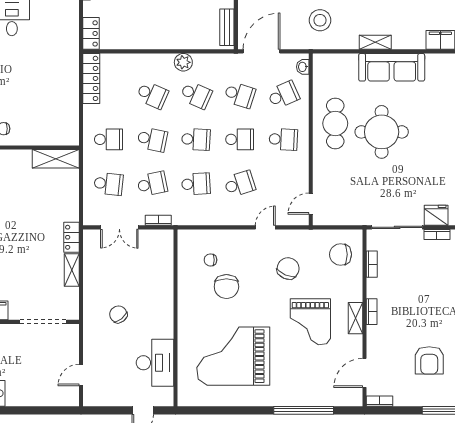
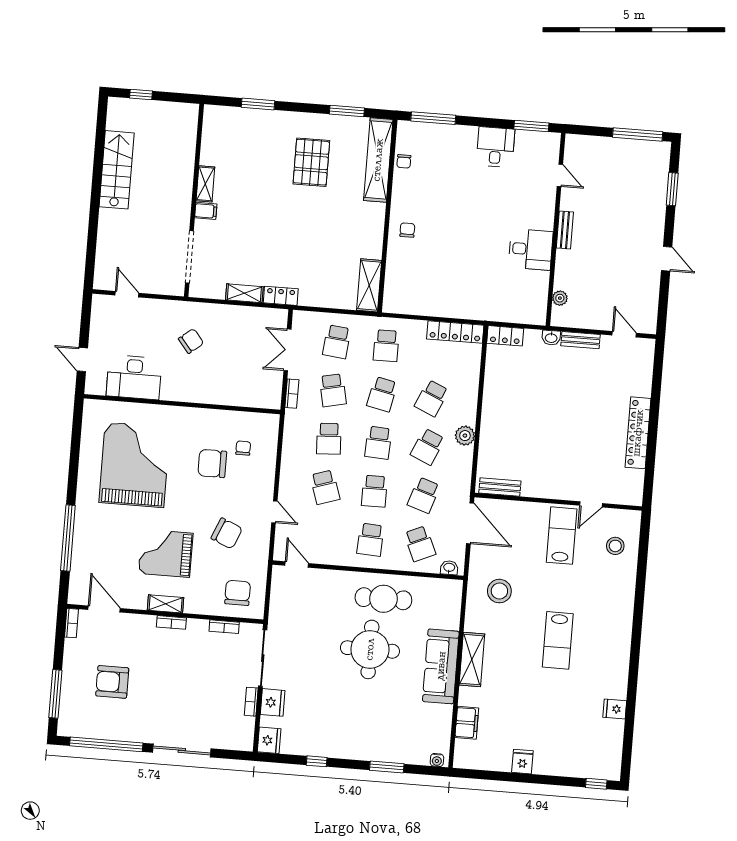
shelving: (375, 42) -> (472, 660), width x1.50, depth x1.33

